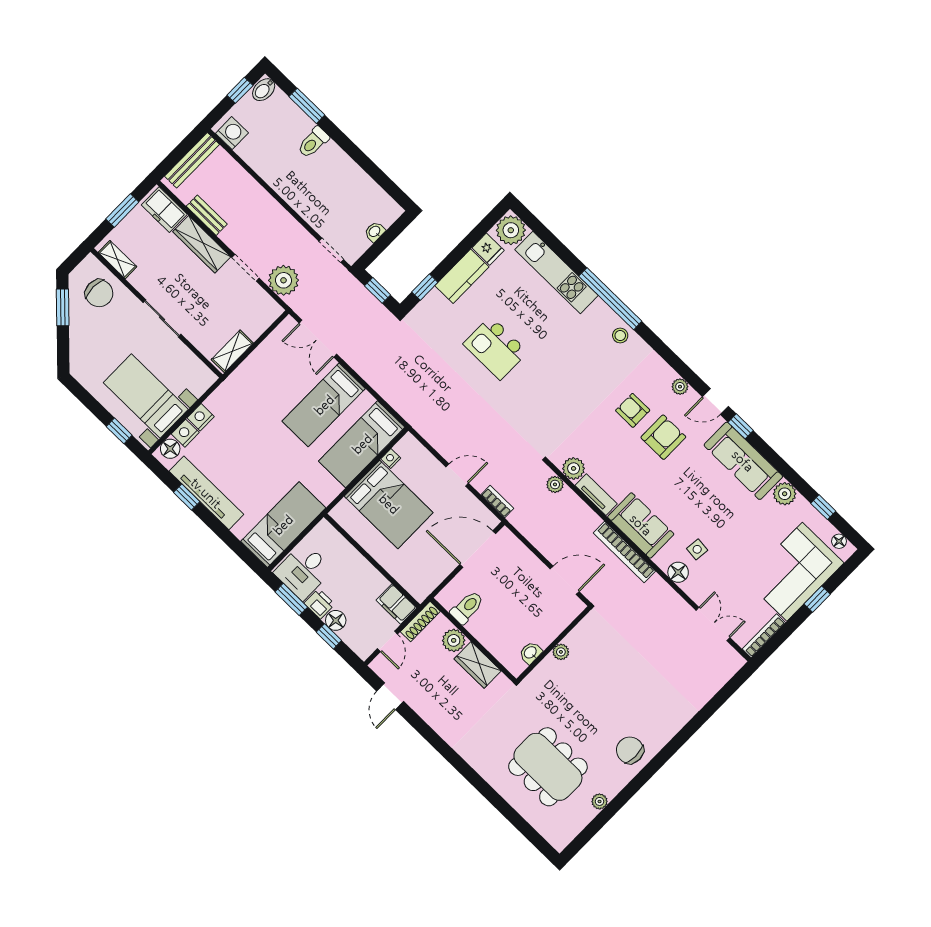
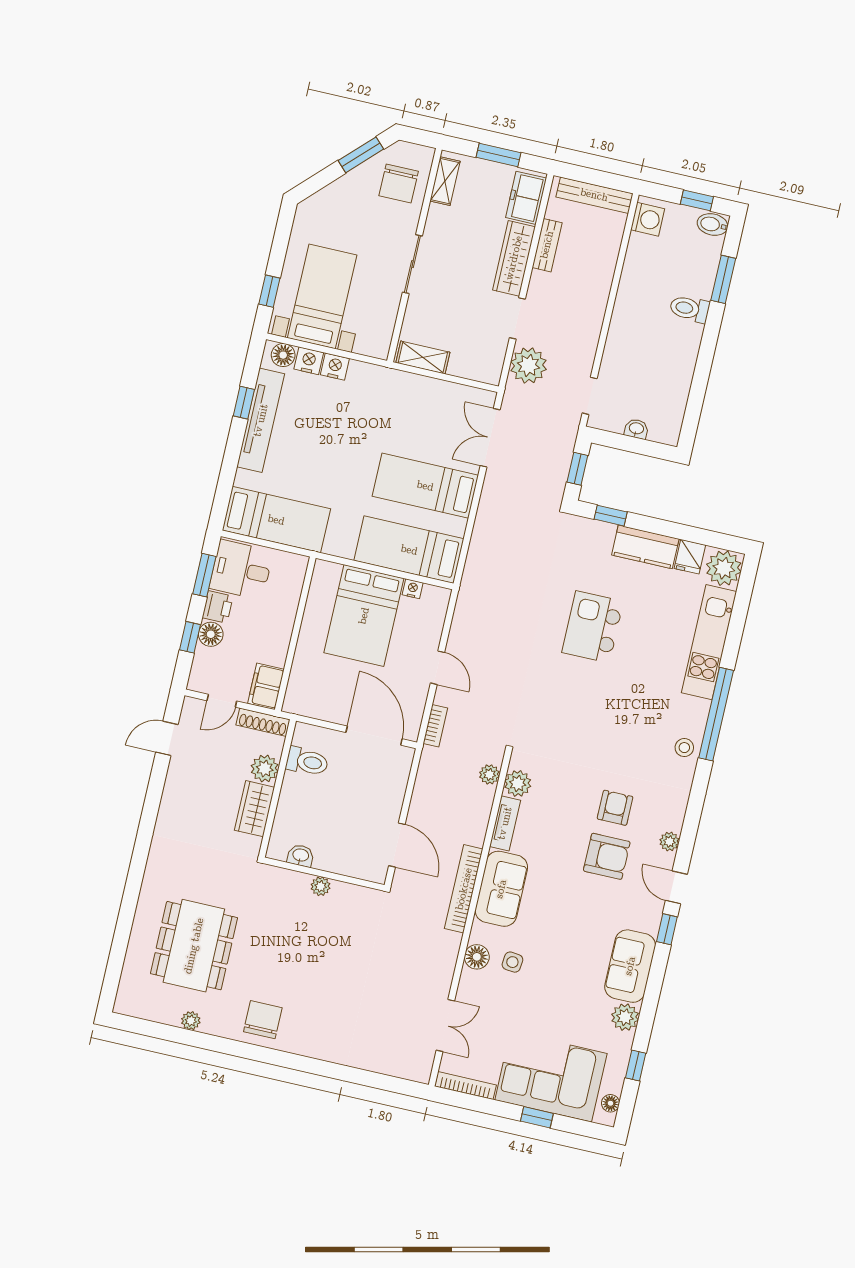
sofa: (743, 461) -> (630, 966), width x0.73

